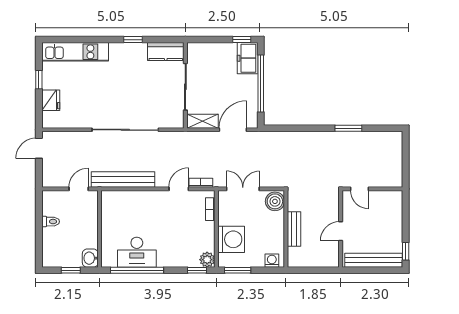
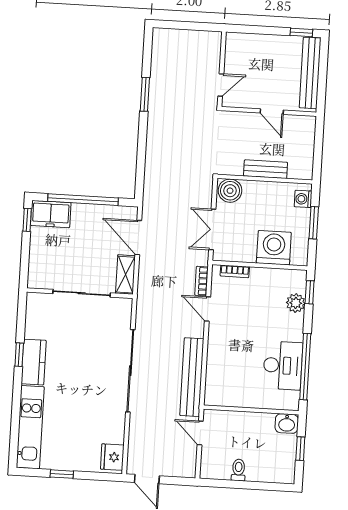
kitchen counter: (166, 52) -> (34, 362), moved
fridge: (51, 100) -> (112, 457), moved, turned -90
plant: (207, 260) -> (296, 303), moved
window: (238, 270) -> (314, 223), moved

